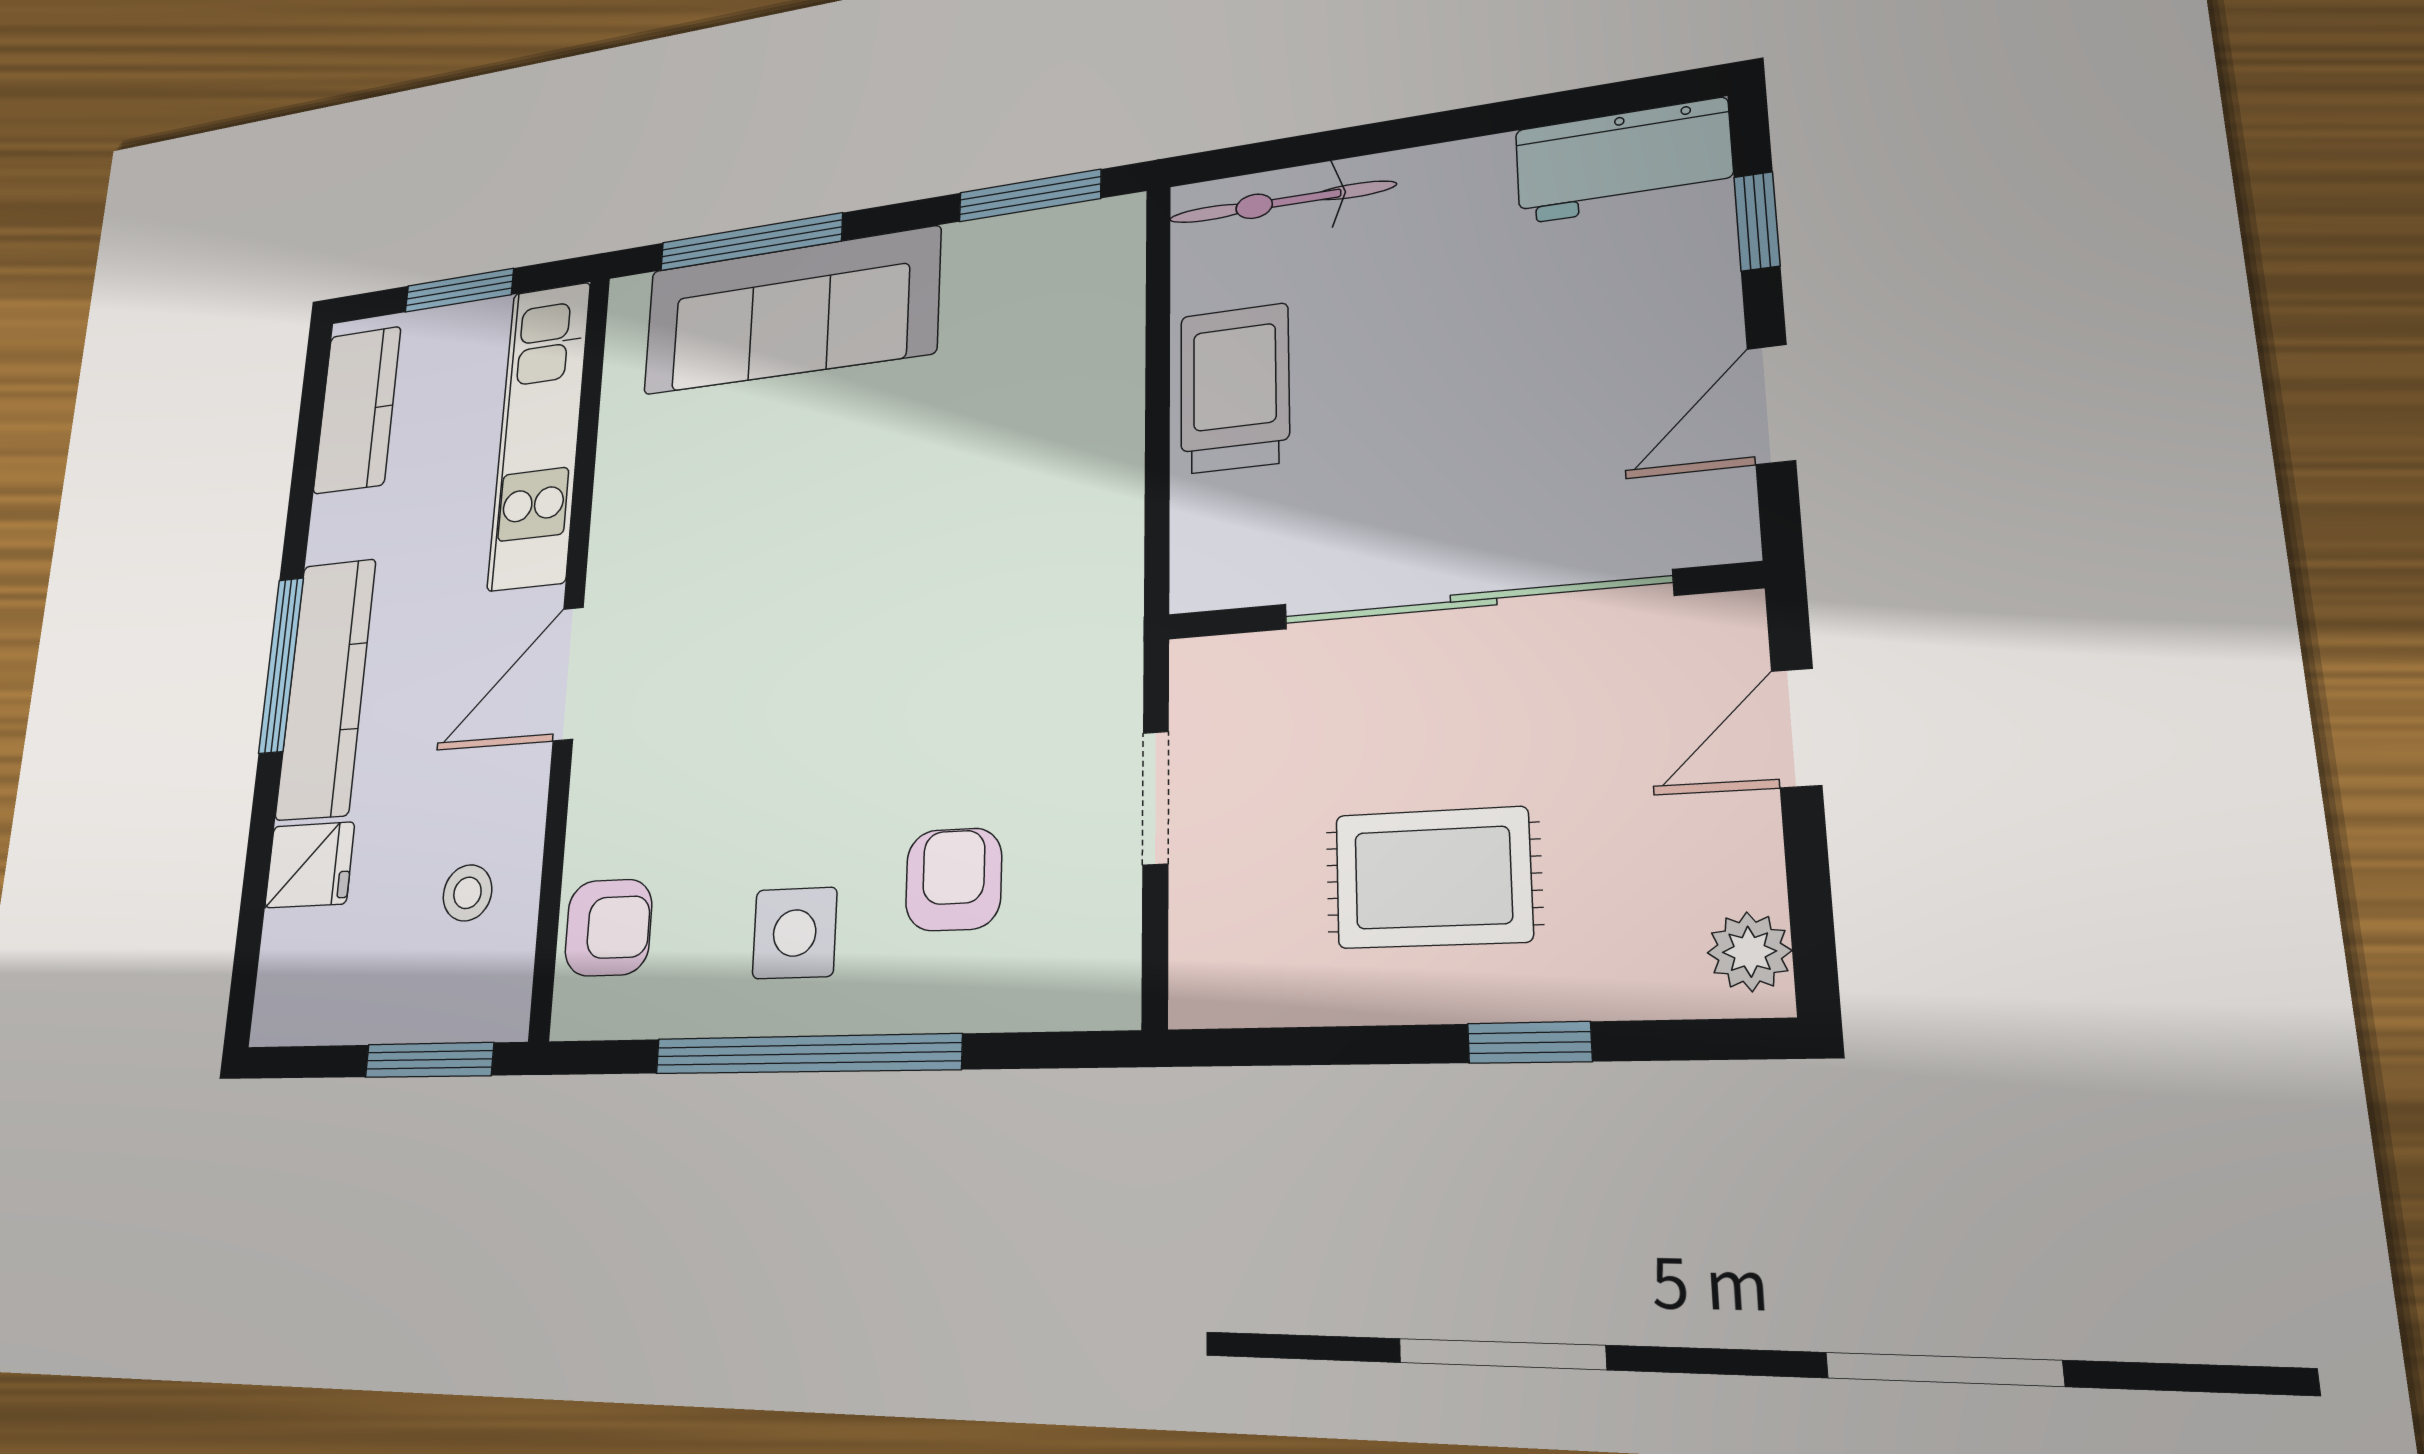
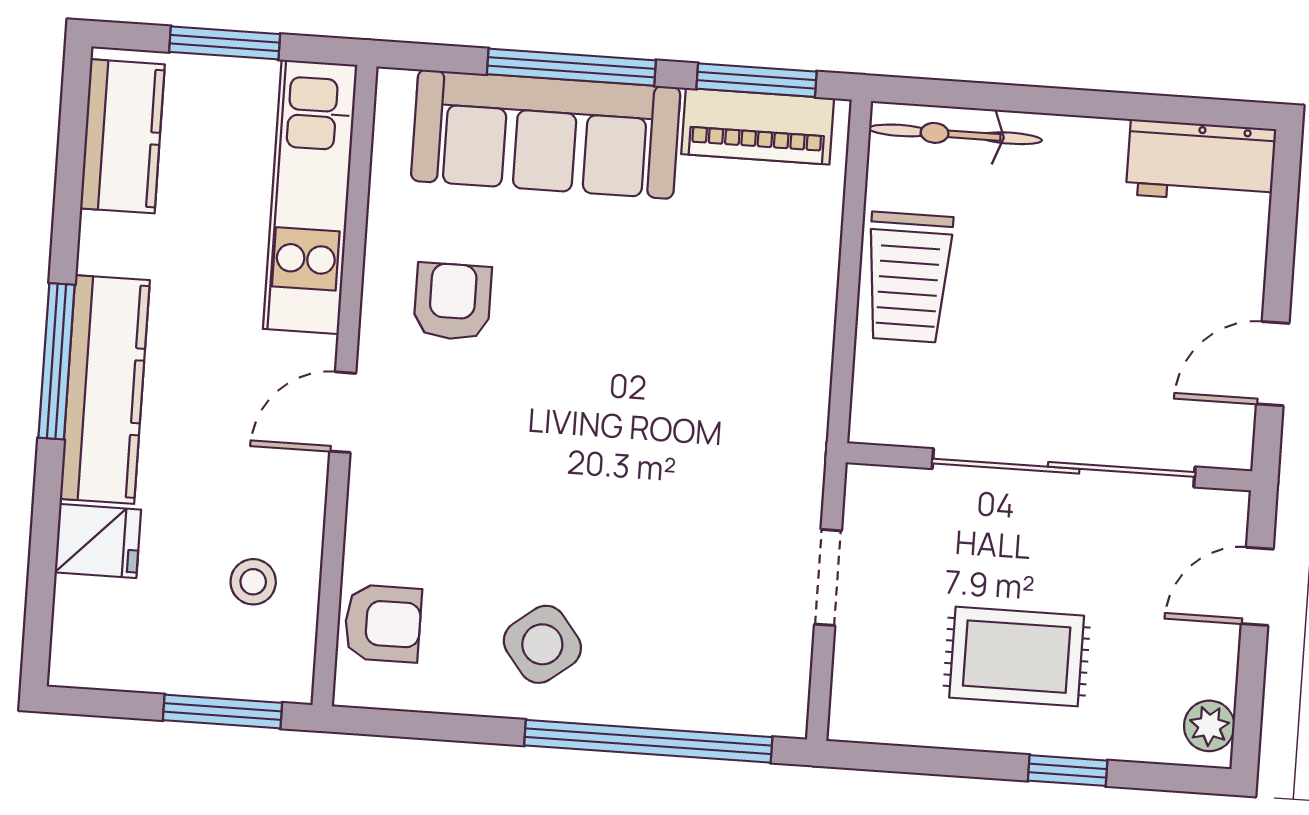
window: (1757, 221) -> (1282, 229), removed
window: (751, 242) -> (571, 67), moved
piano: (1034, 248) -> (758, 126), added
trolley: (1235, 388) -> (908, 277), turned 180
door: (568, 674) -> (343, 412), width x0.73
armchair: (954, 879) -> (453, 302), moved
side table: (795, 933) -> (542, 644), turned -38
window: (806, 1054) -> (648, 741), moved

